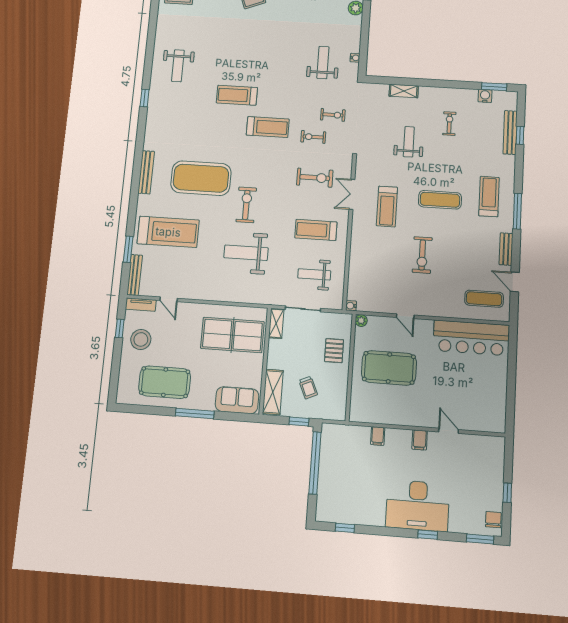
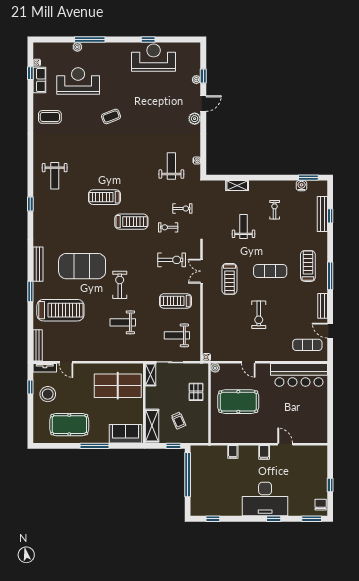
window: (128, 249) -> (30, 292), moved
weight bench: (246, 253) -> (123, 322), width x0.73, depth x0.75

